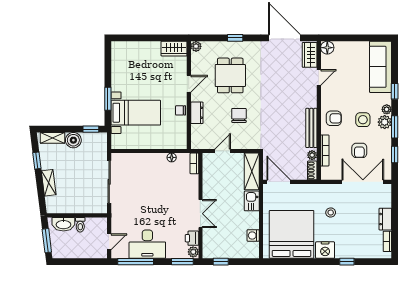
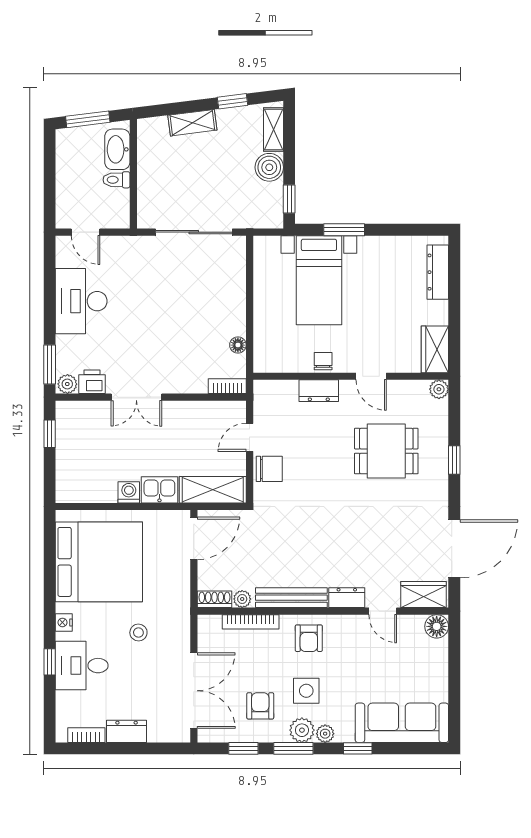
dresser: (131, 47) -> (438, 272), added
dresser: (311, 97) -> (347, 598), added
chair: (239, 115) -> (269, 469), moved
armchair: (359, 150) -> (260, 706), moved, turned 90
door: (223, 151) -> (250, 437), swing flipped
washing machine: (253, 235) -> (129, 492), moved
desk: (349, 244) -> (82, 666), added
nightstand: (325, 250) -> (64, 622), width x0.53, depth x0.56
window: (136, 262) -> (50, 280), removed

